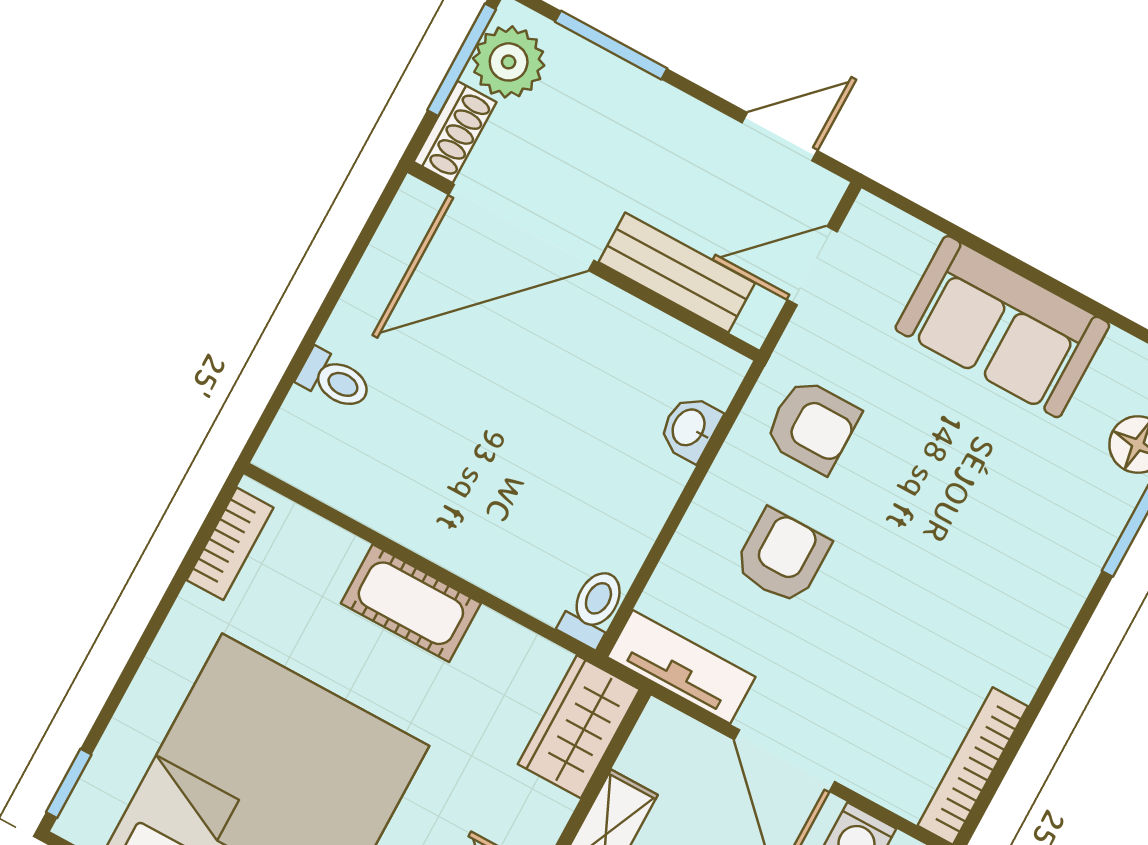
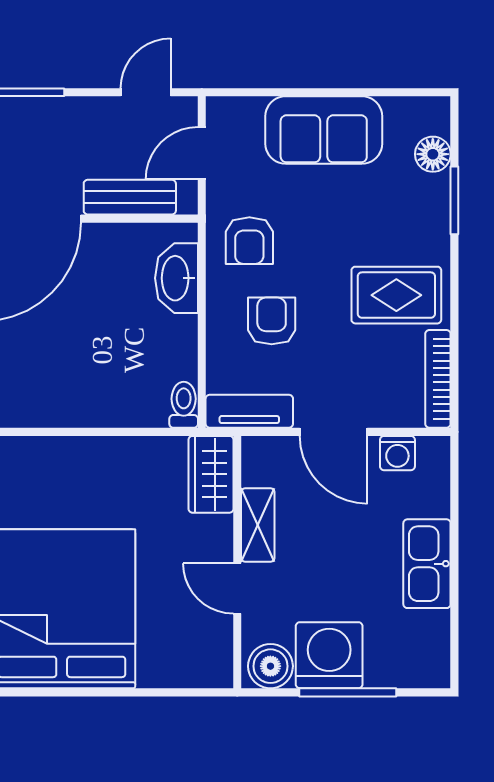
armchair: (812, 426) -> (249, 241), turned 90
washbasin: (690, 428) -> (176, 278), width x1.91, depth x1.45
cot: (411, 603) -> (83, 457), removed
rug: (978, 616) -> (396, 295), added

